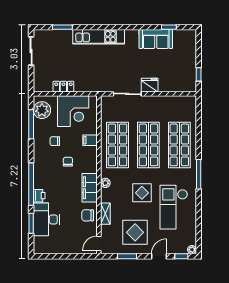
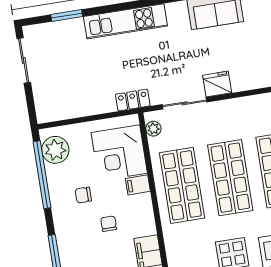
locker: (63, 87) -> (133, 100), moved
corner desk: (73, 111) -> (119, 153), moved, turned 90
window: (31, 124) -> (42, 175), width x1.46
plant: (105, 183) -> (153, 129), moved

